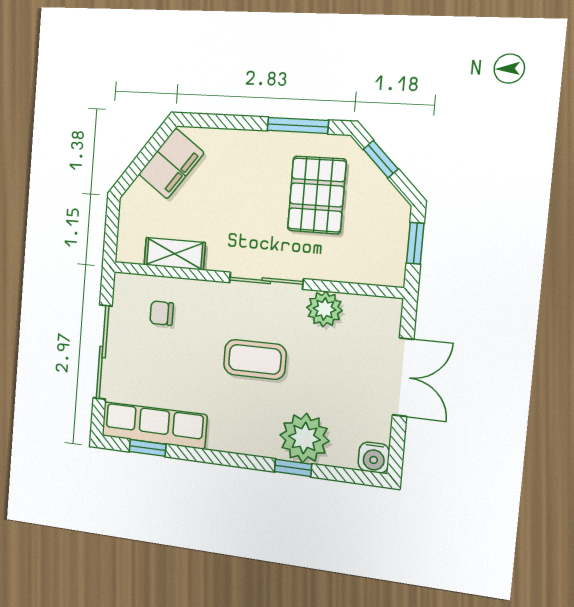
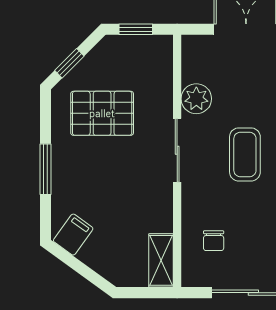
window: (298, 125) -> (45, 169), moved
filing cabinet: (171, 164) -> (73, 235), width x0.50
shelving: (175, 254) -> (161, 260), moved

